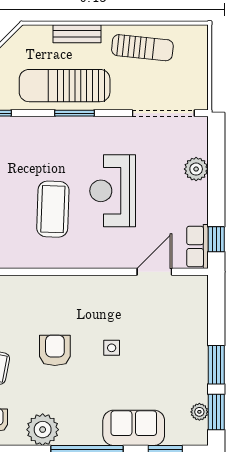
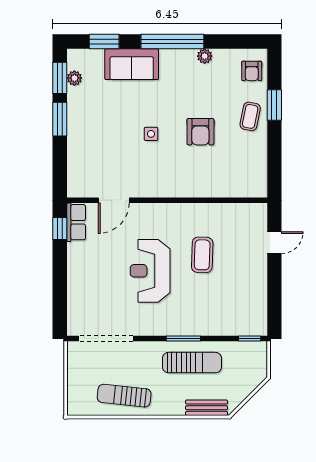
bench: (77, 34) -> (207, 408), moved
sun lounger: (65, 86) -> (192, 363), width x0.73, depth x0.75
plant: (196, 169) -> (77, 290), removed
reception desk: (113, 191) -> (150, 271), turned 180
coffee table: (53, 209) -> (202, 255), width x0.73, depth x0.76
plant: (43, 430) -> (205, 56), width x0.53, depth x0.53

